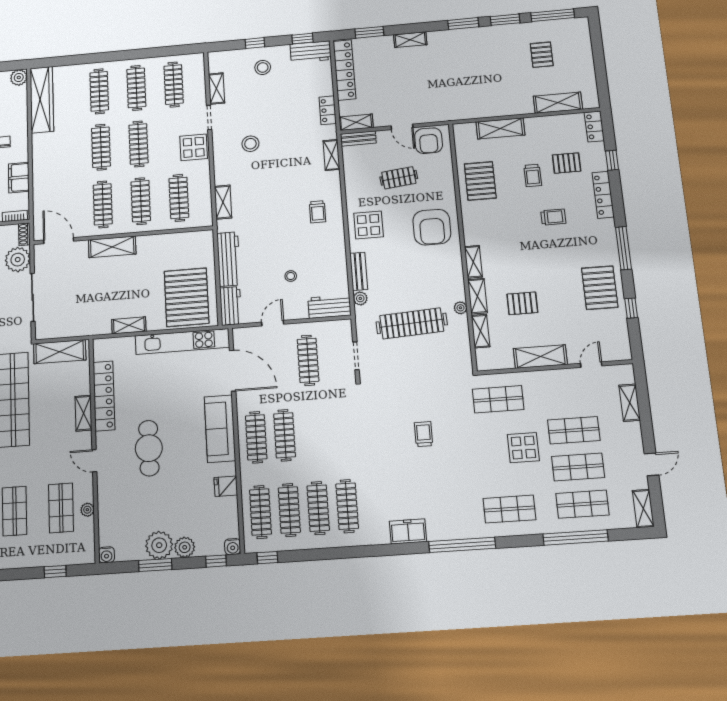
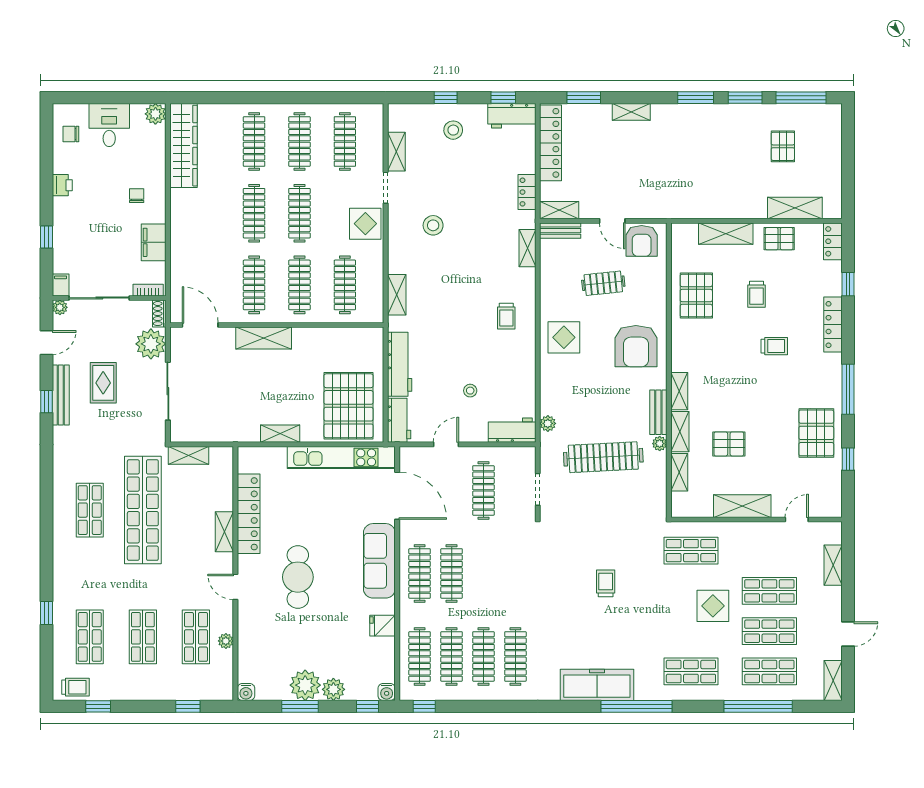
pallet: (567, 163) -> (779, 239), moved
bench: (359, 271) -> (658, 412), moved
shelving: (60, 352) -> (188, 455), width x0.67, depth x0.75
freezer: (408, 531) -> (597, 685), width x1.91, depth x1.26

